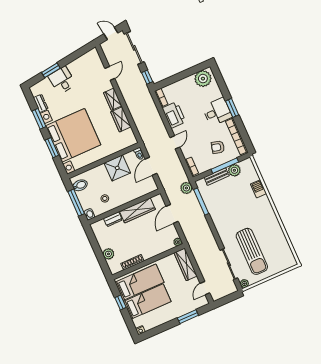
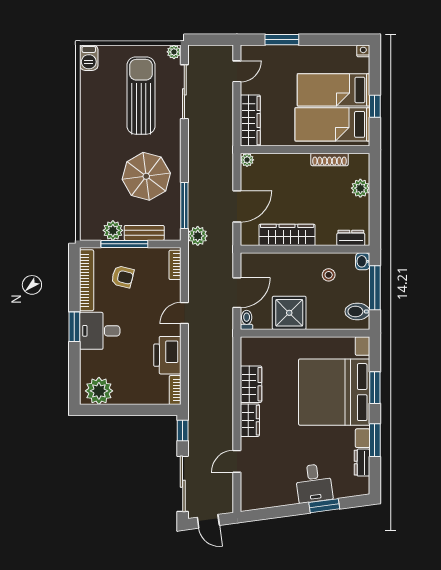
barbecue: (259, 189) -> (89, 58), moved
parasol: (229, 208) -> (146, 176), added
dresser: (113, 219) -> (351, 238), moved

